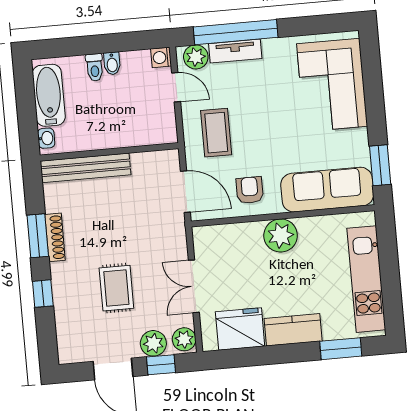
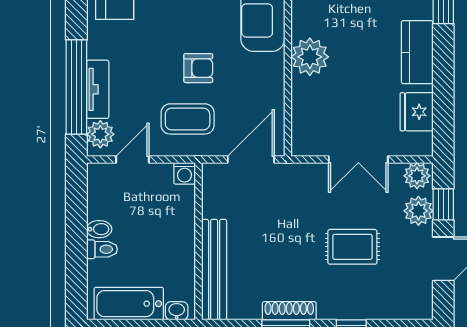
washing machine: (161, 57) -> (185, 173), moved
armchair: (250, 190) -> (198, 68), moved, turned 180
fridge: (240, 329) -> (417, 112), width x0.73, depth x0.75

